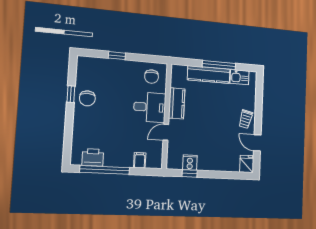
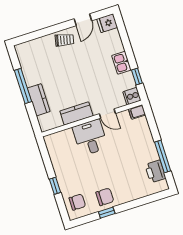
kitchen counter: (209, 75) -> (39, 100), width x0.67
chair: (152, 77) -> (77, 202), moved
kitchen sink: (240, 77) -> (121, 63), moved, turned 180
filing cabinet: (140, 160) -> (137, 112), moved
cooker: (190, 163) -> (132, 96), moved
window: (105, 170) -> (163, 156), width x0.68

